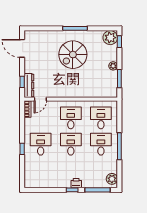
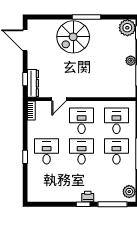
spiral stairs: (73, 55) -> (73, 37), moved
door: (40, 99) -> (59, 99), moved

